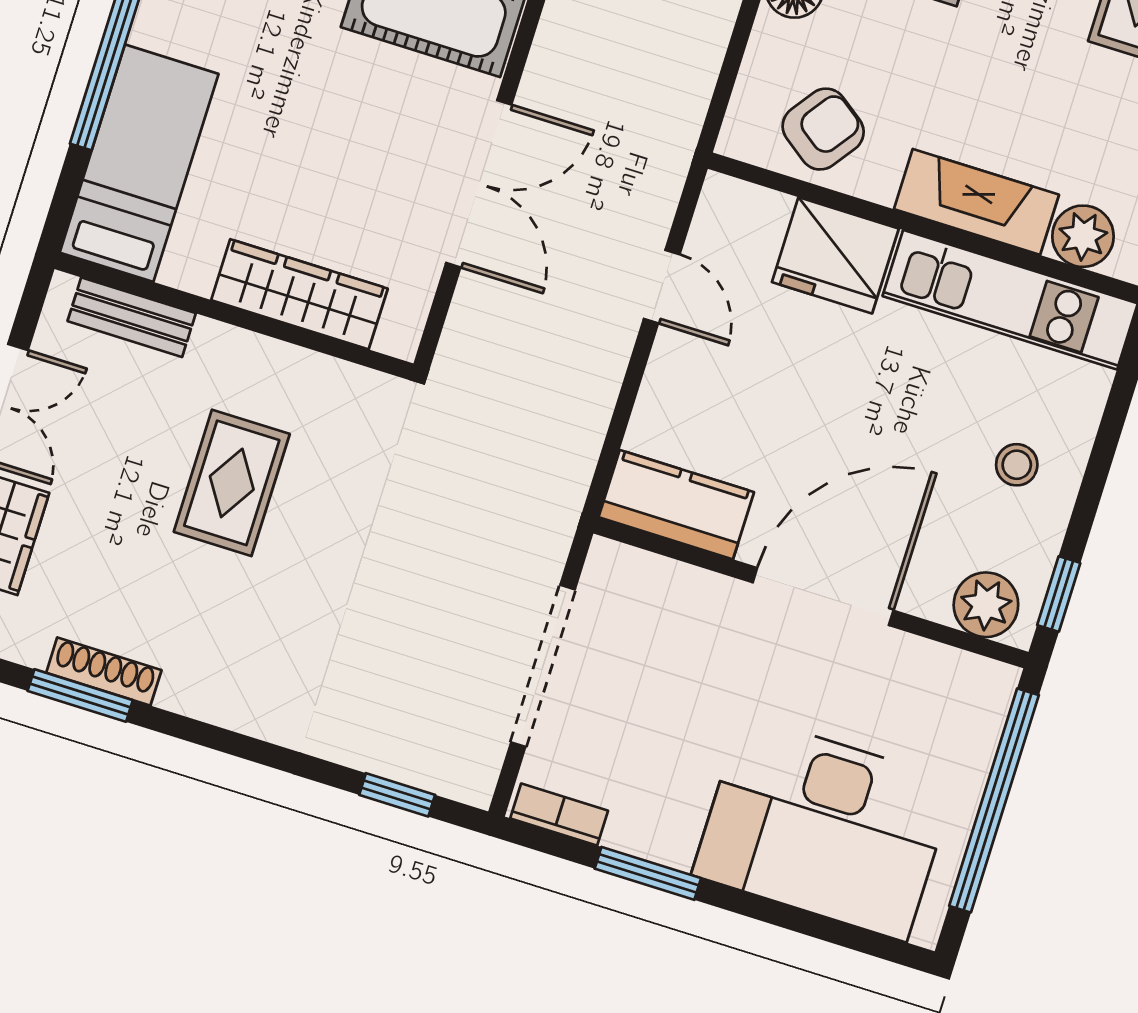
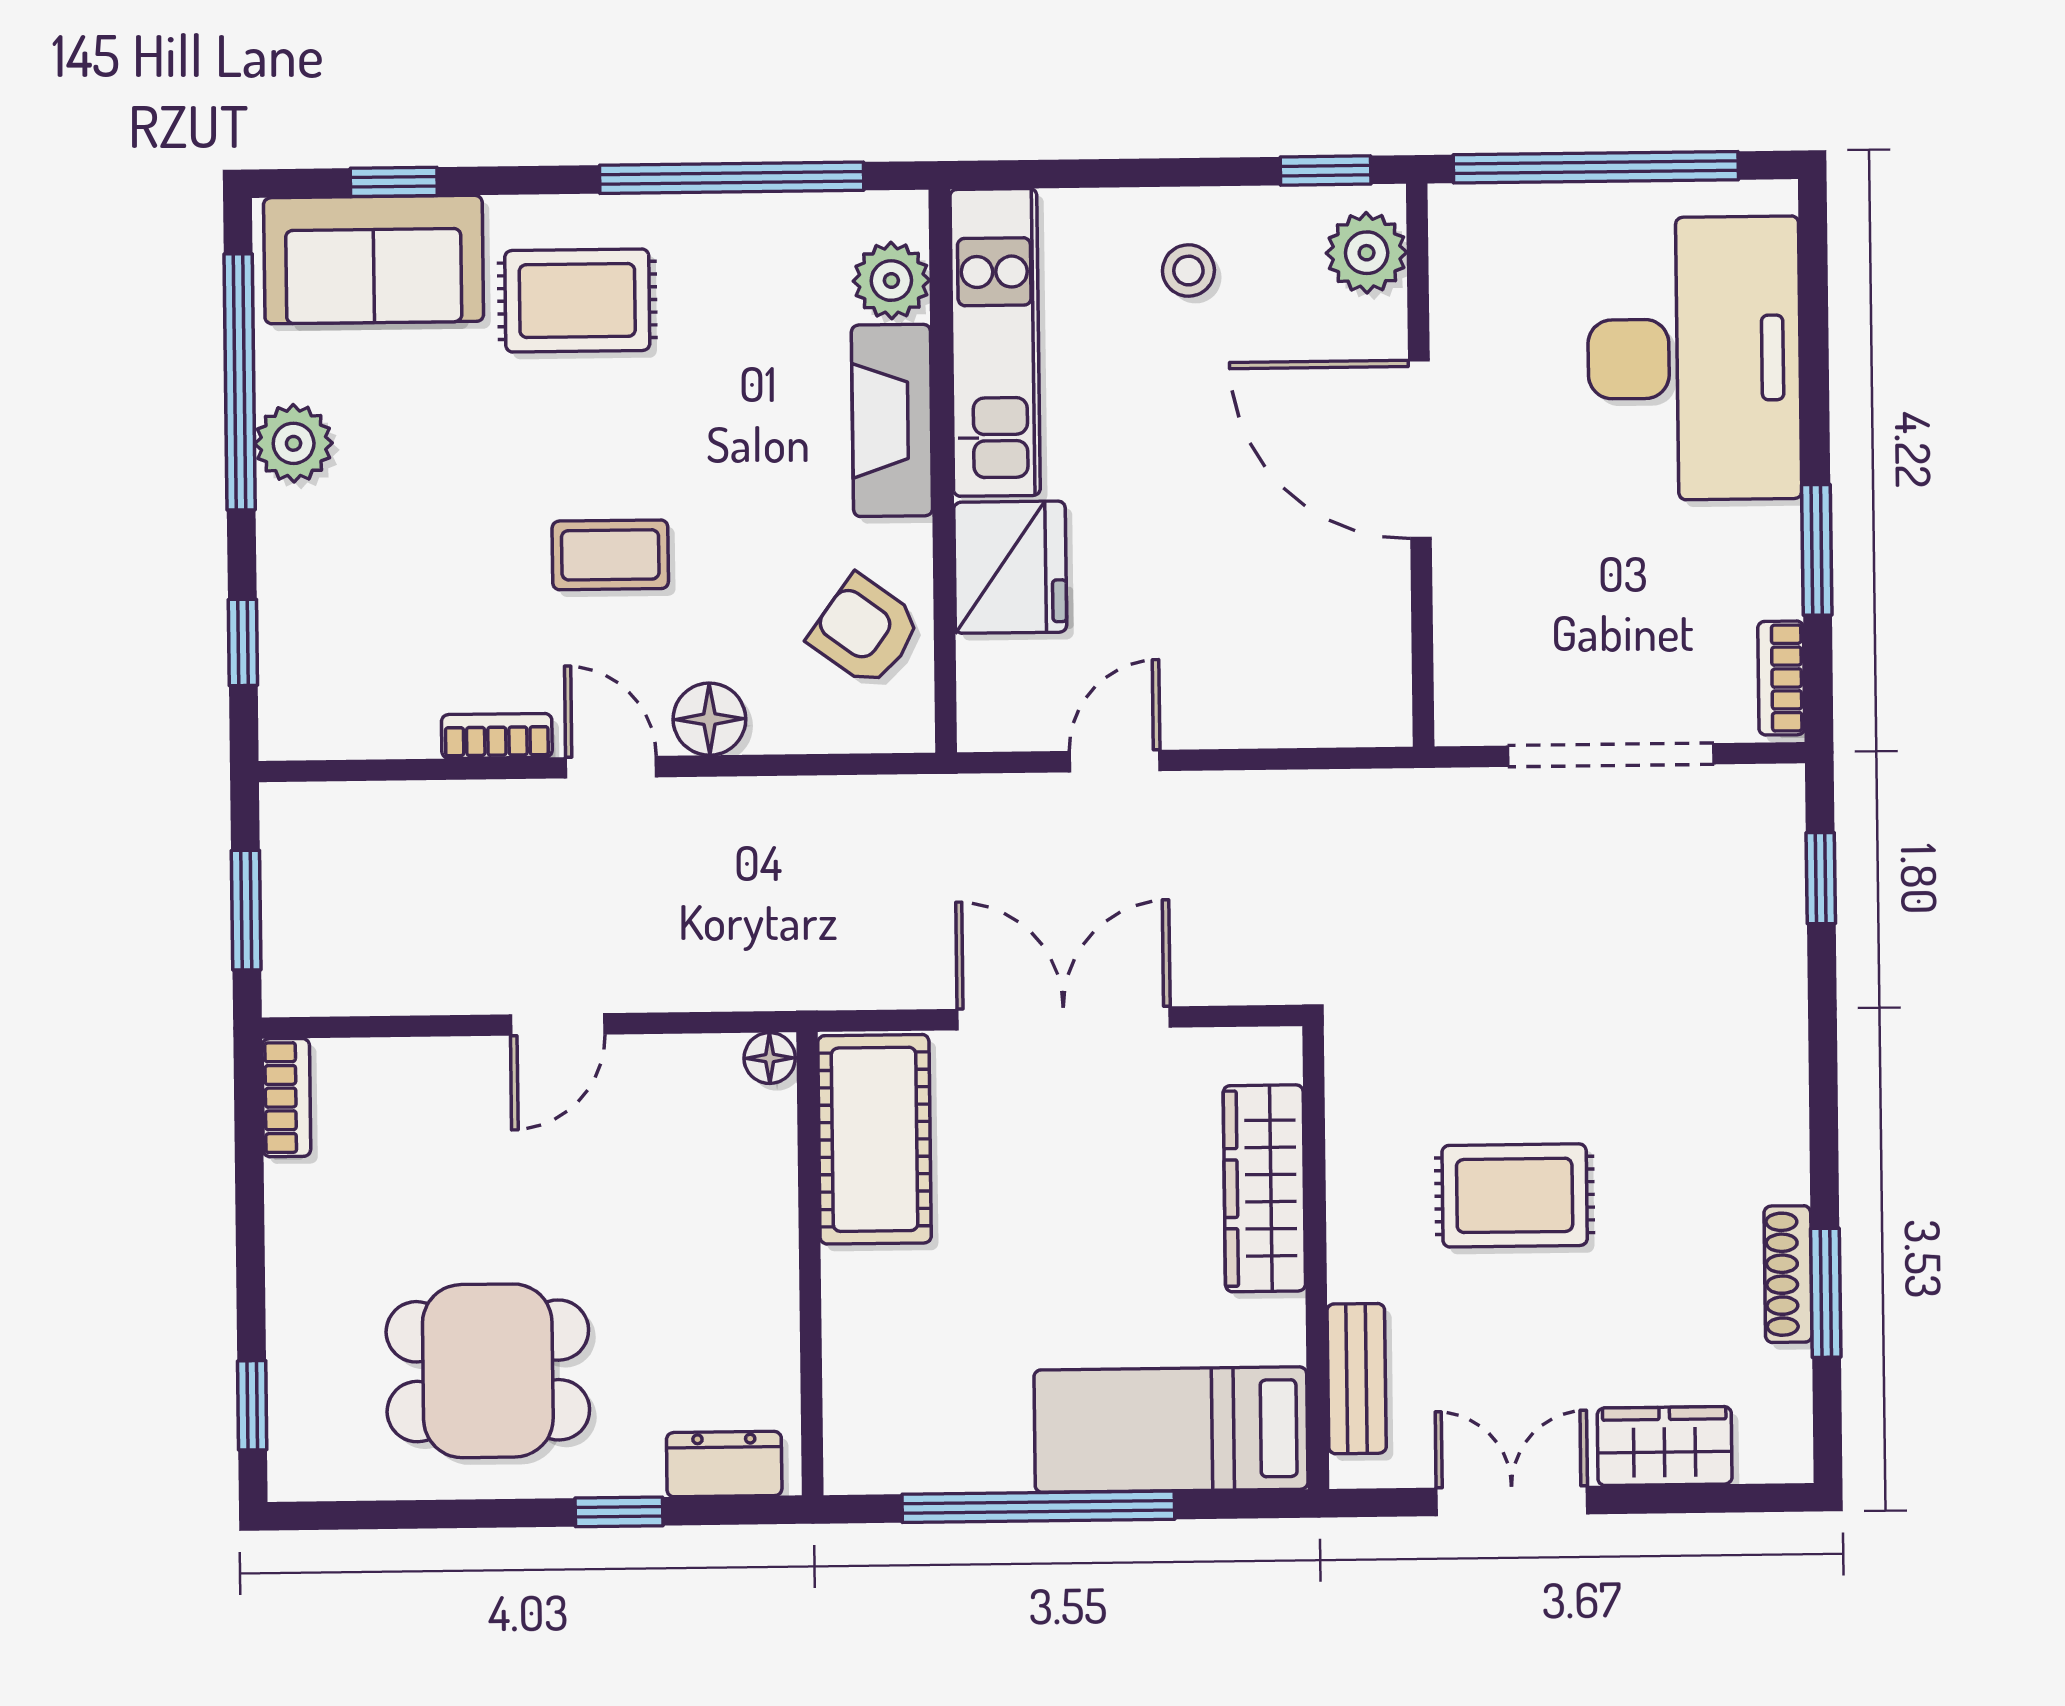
kitchen counter: (676, 505) -> (1368, 659), removed

